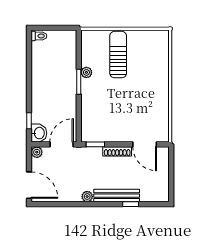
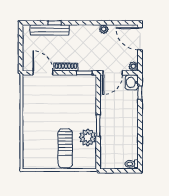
plant: (86, 72) -> (88, 137), width x1.88, depth x1.88
bench: (117, 196) -> (50, 30), moved
plant: (87, 197) -> (104, 29), moved

